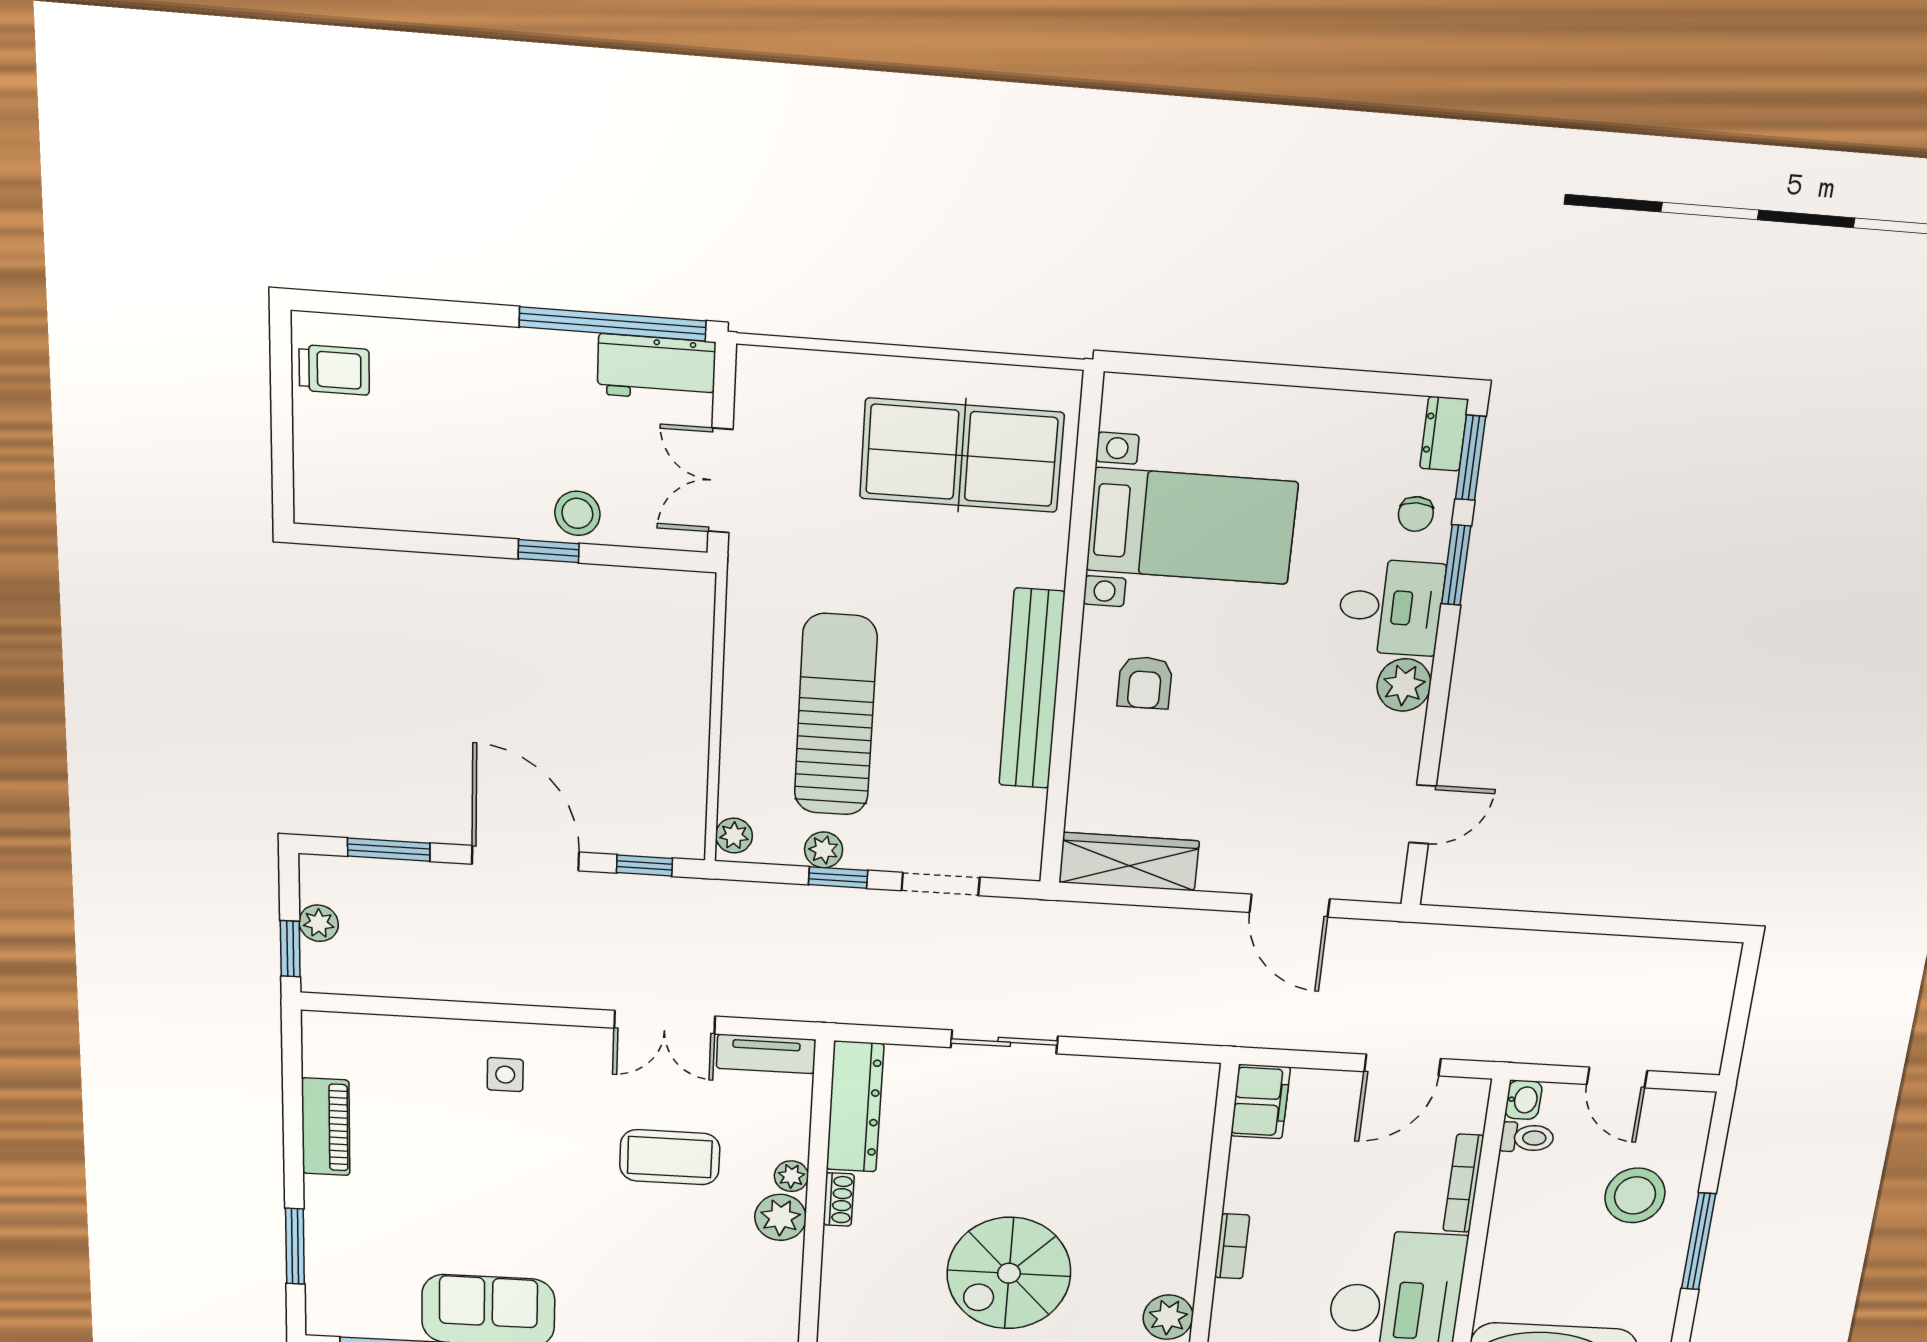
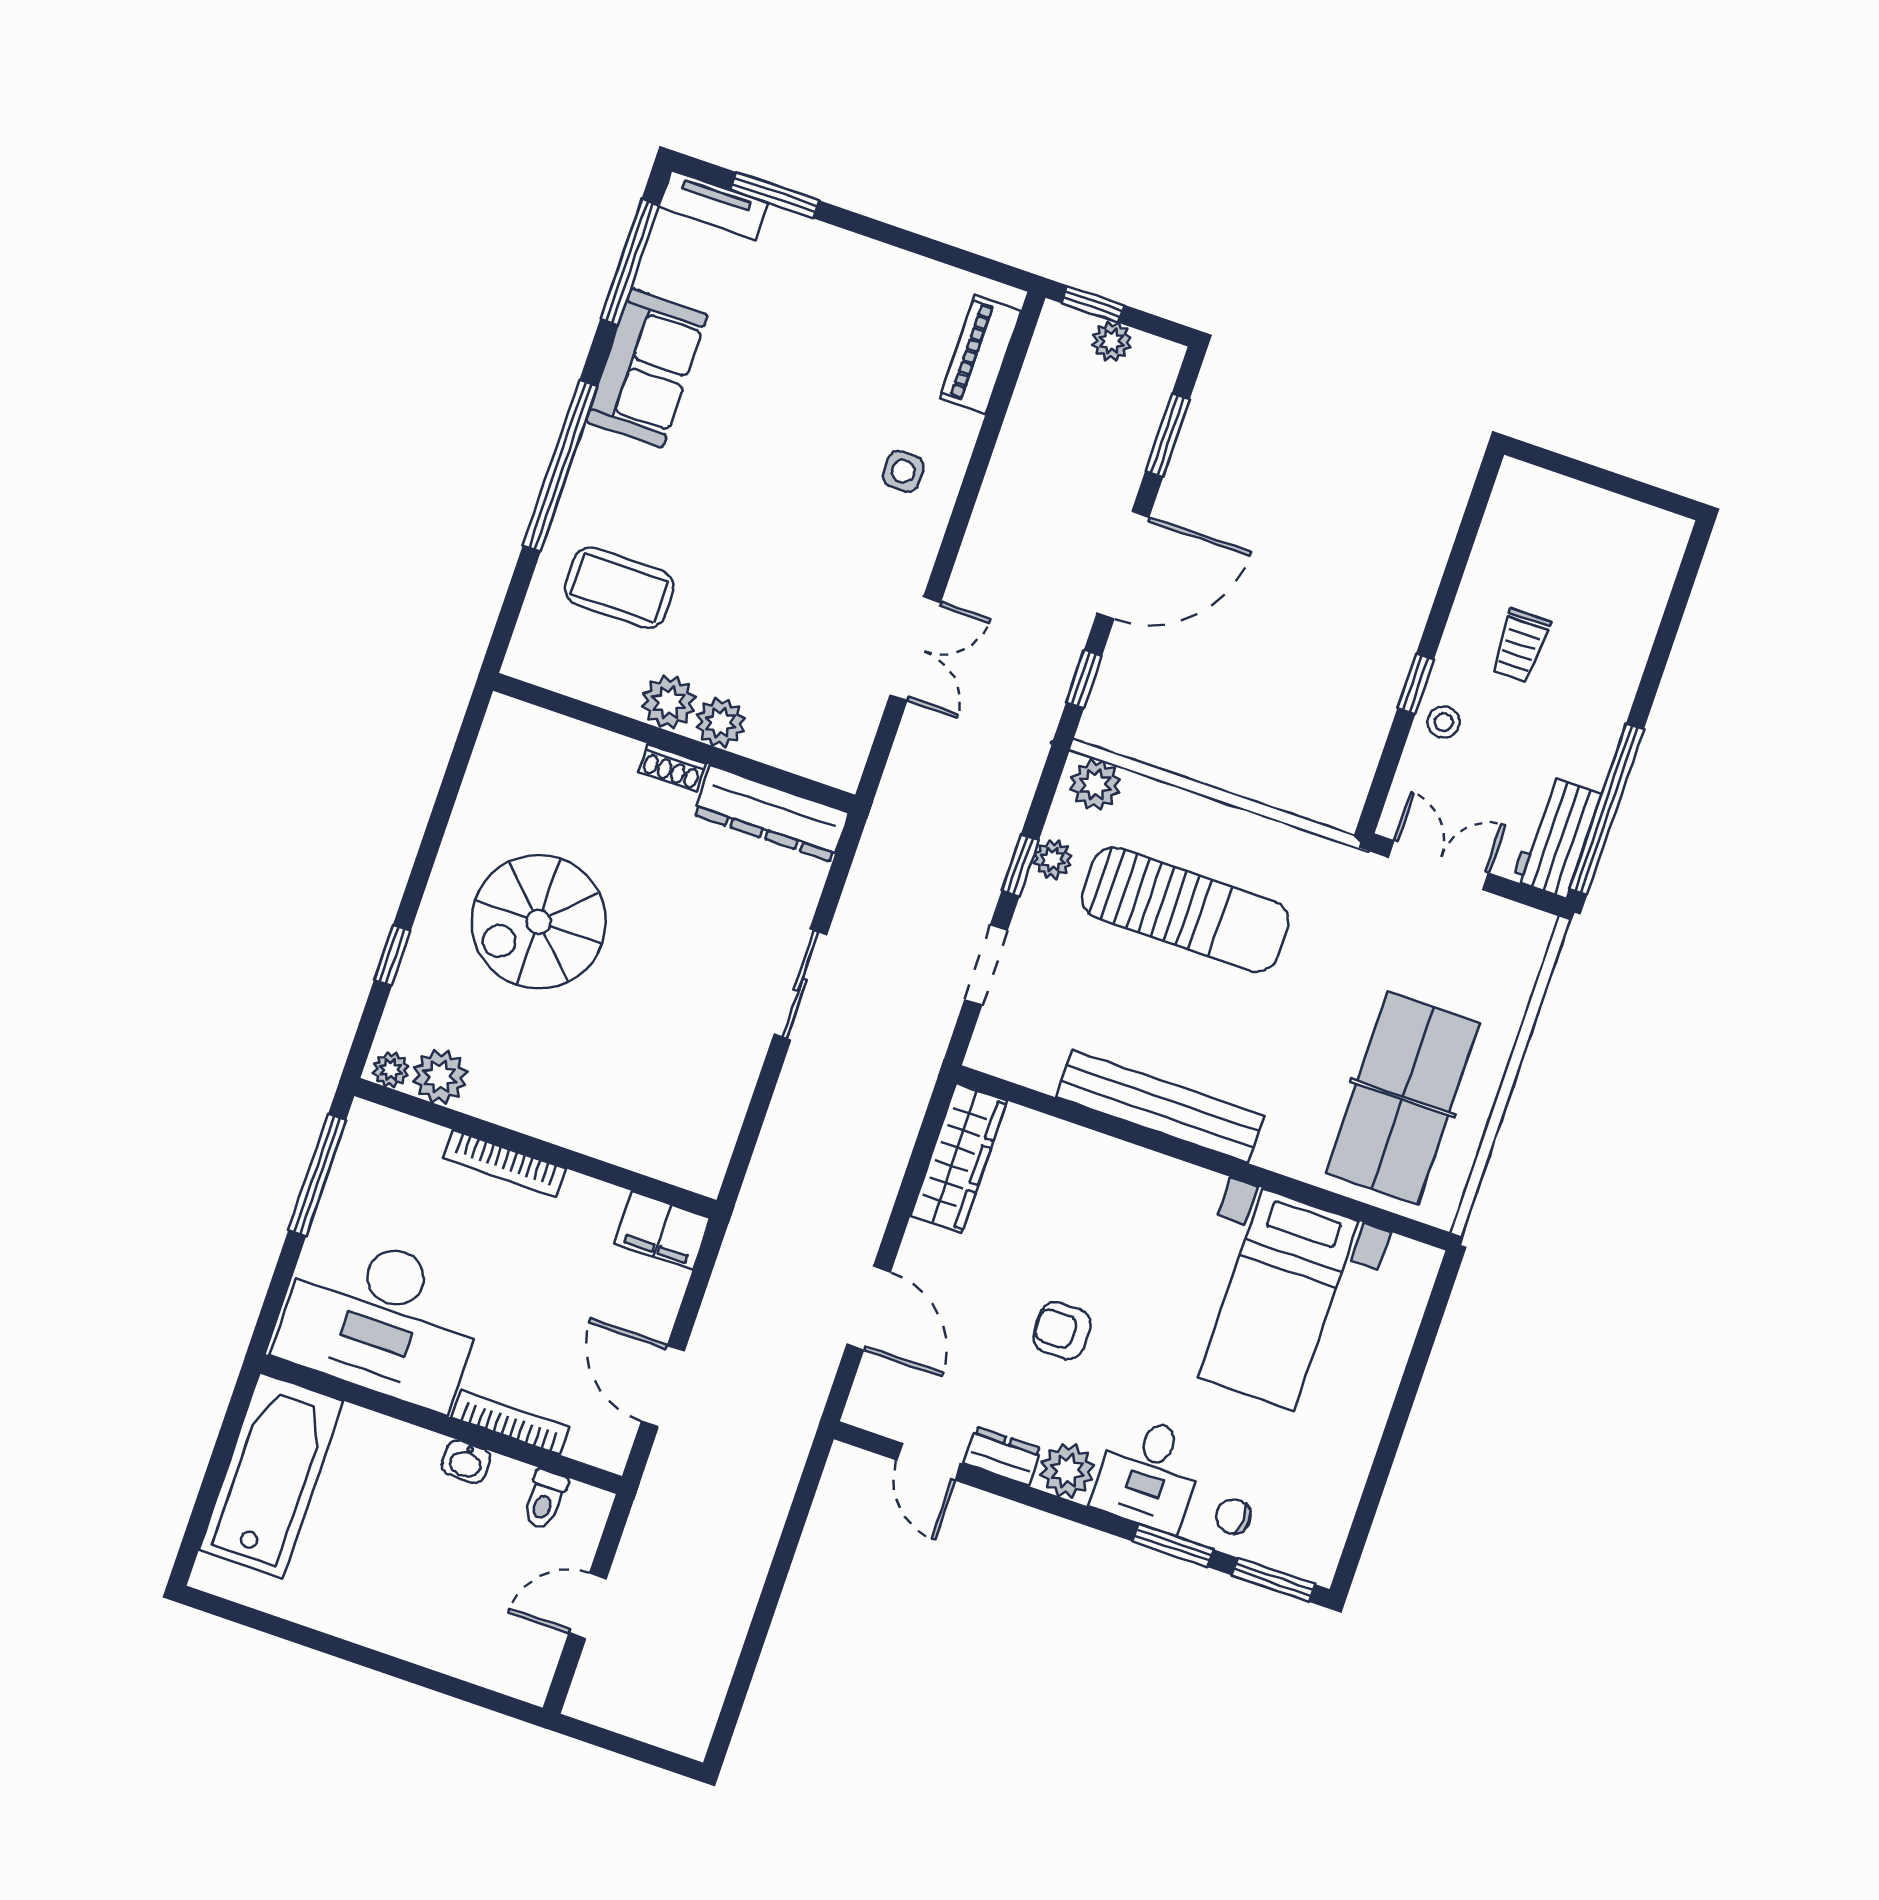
trolley: (334, 370) -> (1520, 646), moved
dresser: (1444, 434) -> (1002, 1456), moved
stool: (577, 513) -> (1444, 722), width x0.73, depth x0.73
armchair: (1145, 683) -> (1062, 1331), moved
plant: (734, 836) -> (1095, 784), width x1.38, depth x1.38
door: (1290, 906) -> (869, 1308), swing flipped
double door: (665, 1022) -> (915, 649), swing flipped
tv unit: (766, 1054) -> (713, 205), moved, turned -90
washbasin: (1523, 1100) -> (466, 1462), moved
piano: (326, 1127) -> (980, 354), moved, turned 90
coffee table: (670, 1157) -> (619, 588), moved, turned 90
plant: (791, 1176) -> (721, 723), width x1.38, depth x1.38
stool: (1635, 1195) -> (446, 1601), removed
window: (1699, 1241) -> (373, 1659), removed
bookcase: (1232, 1246) -> (505, 1164), width x1.56
spiral stairs: (1009, 1273) -> (539, 922), turned -90

